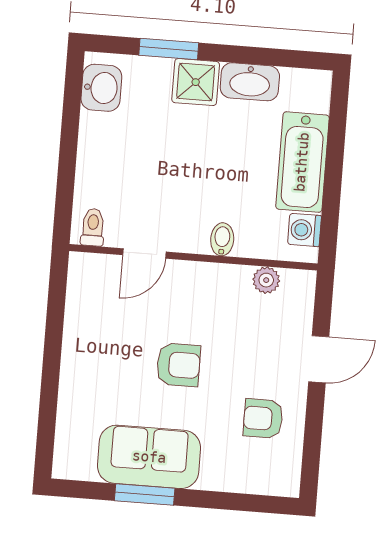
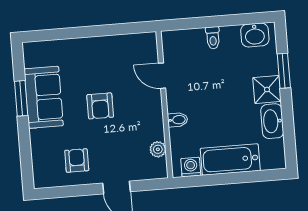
toilet: (93, 227) -> (213, 38), moved, turned 90

